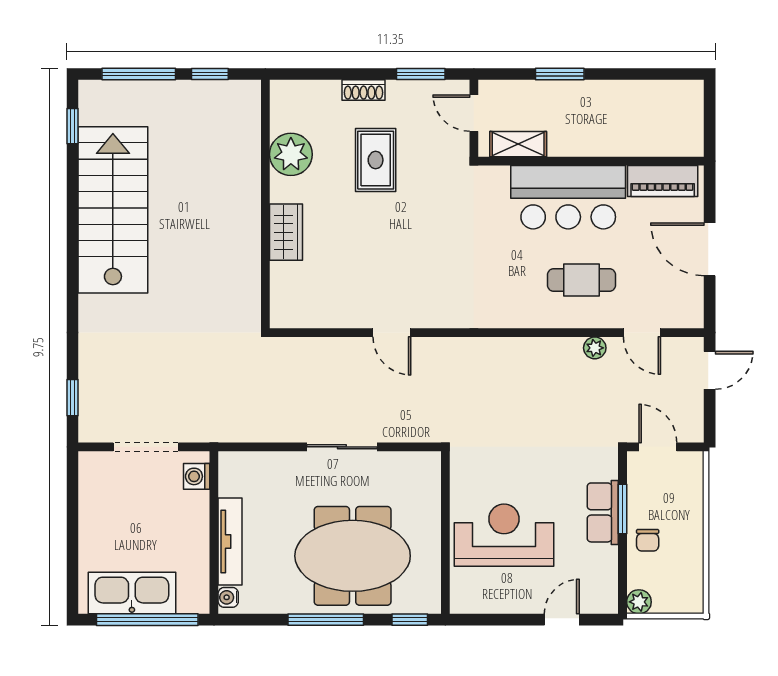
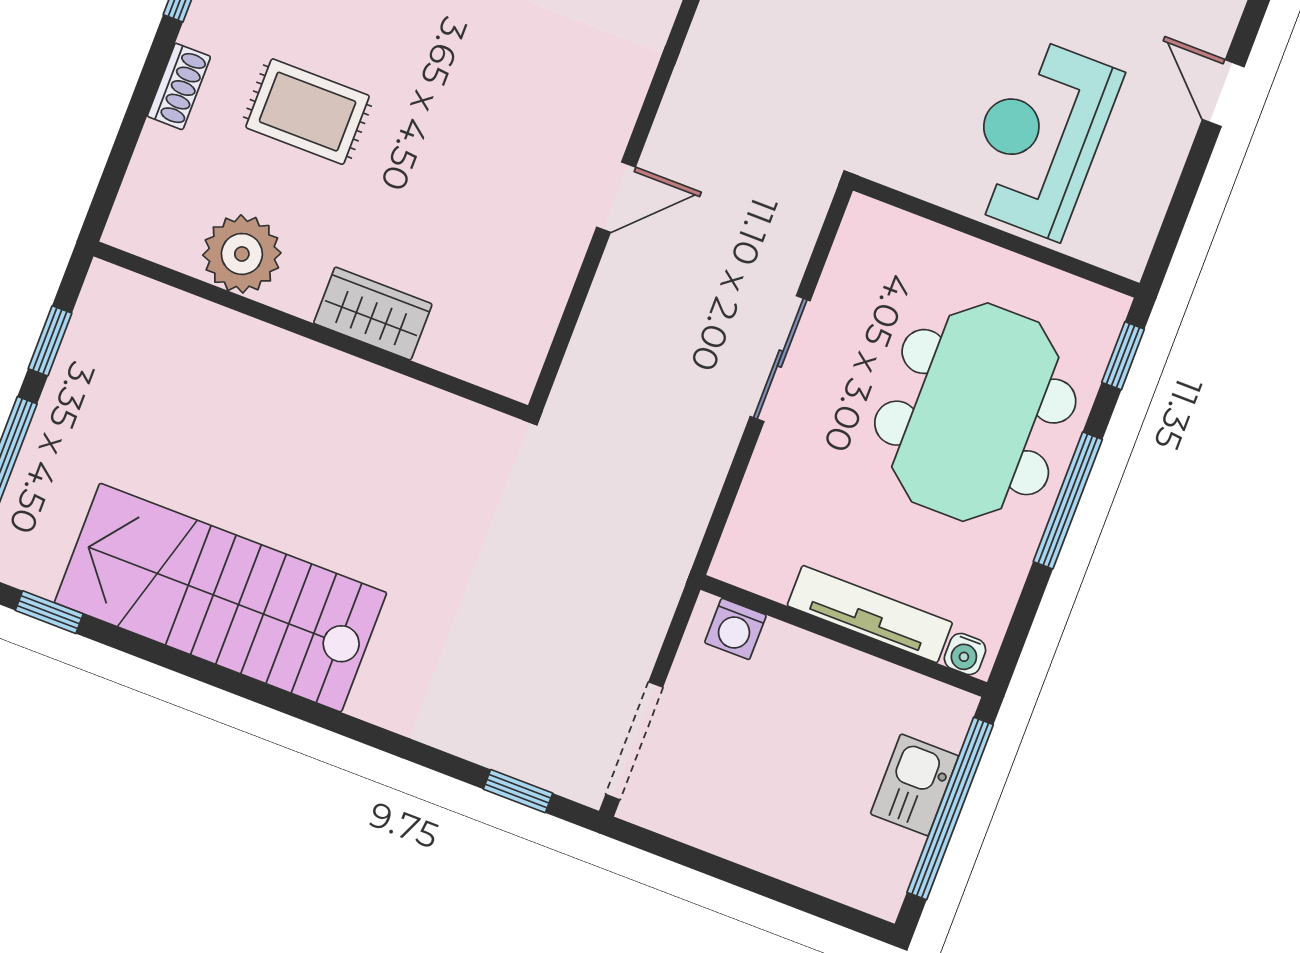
doorway: (146, 447) -> (634, 741), moved
kitchen sink: (132, 593) -> (914, 785), width x0.53, depth x0.81

